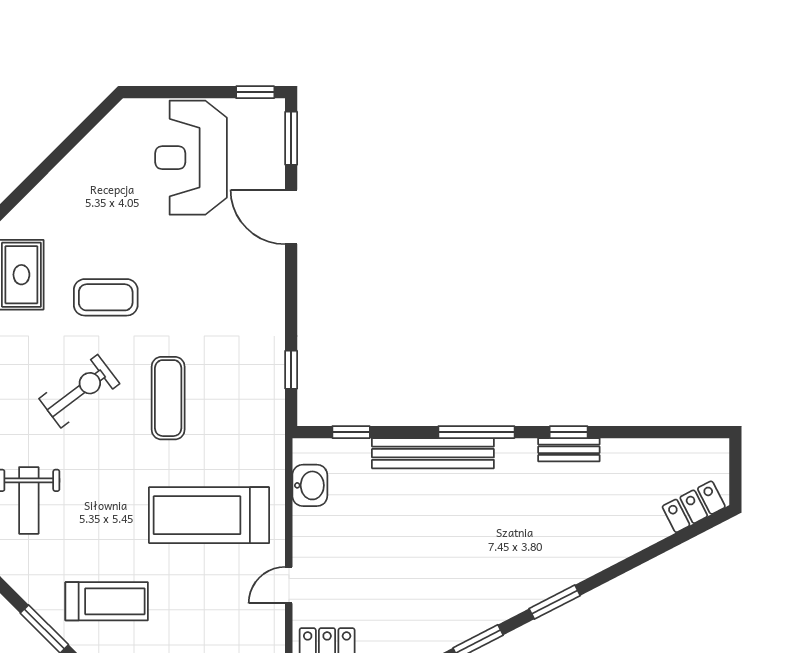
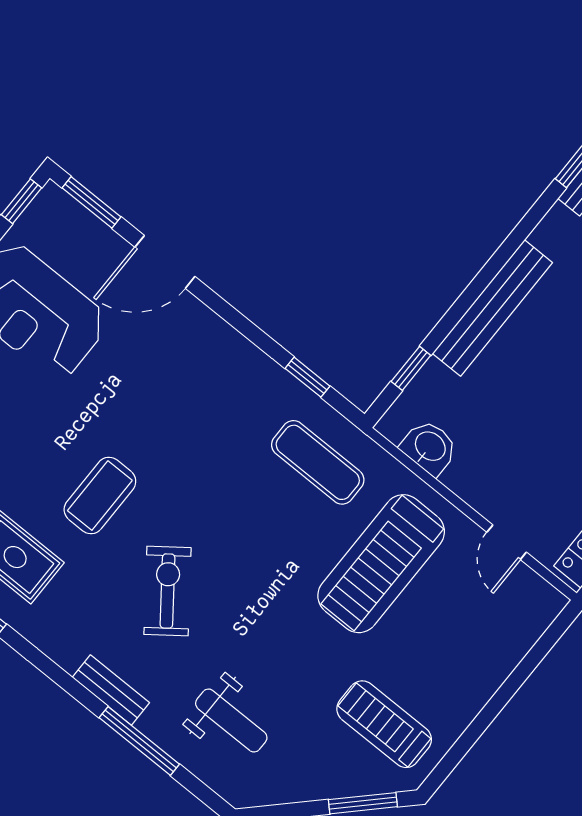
exercise mat: (168, 398) -> (318, 462), moved
window: (476, 432) -> (506, 251), removed
treadmill: (107, 601) -> (384, 724), turned -90

